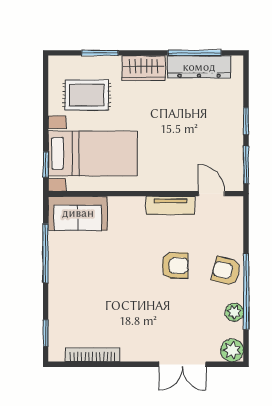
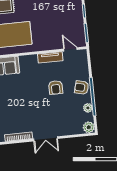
armchair: (175, 266) -> (56, 87), turned 90
double door: (182, 364) -> (46, 139), moved

